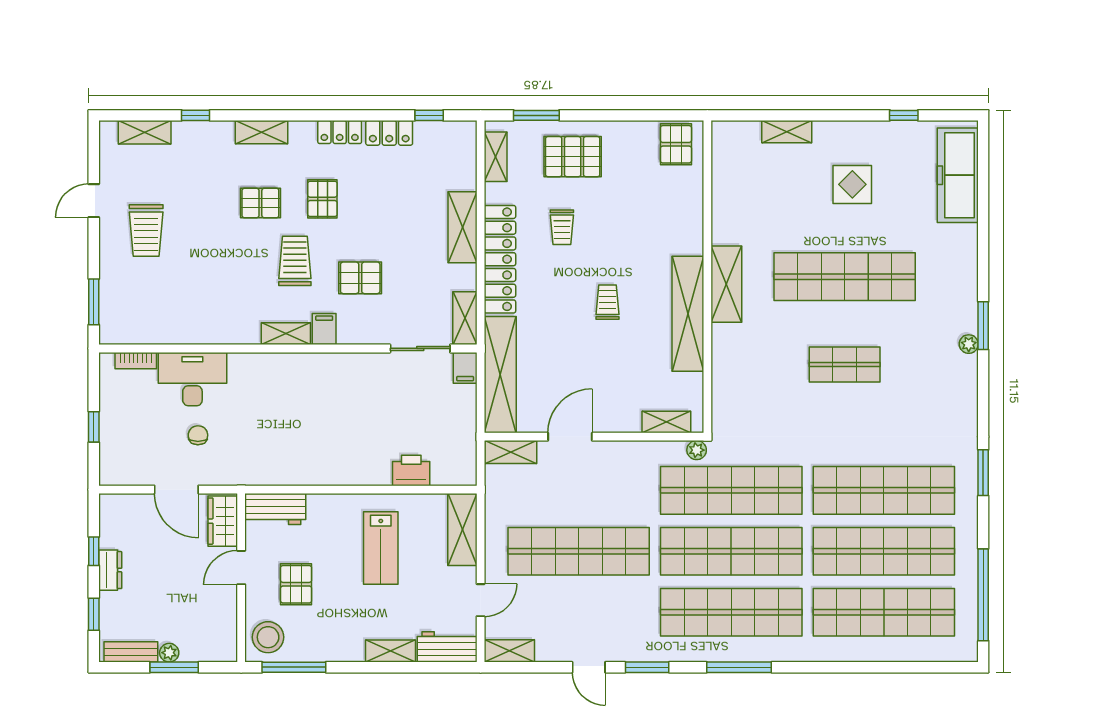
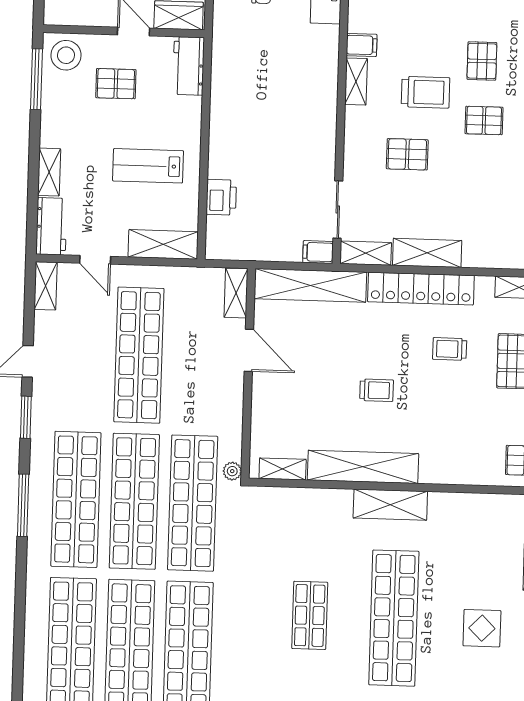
shelving: (462, 227) -> (427, 253), moved
pallet: (360, 278) -> (407, 154), turned 90
filing cabinet: (324, 329) -> (362, 45), moved
shelving: (666, 422) -> (283, 469), moved, turned 90

